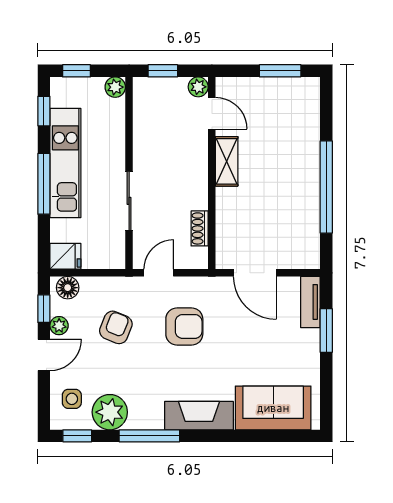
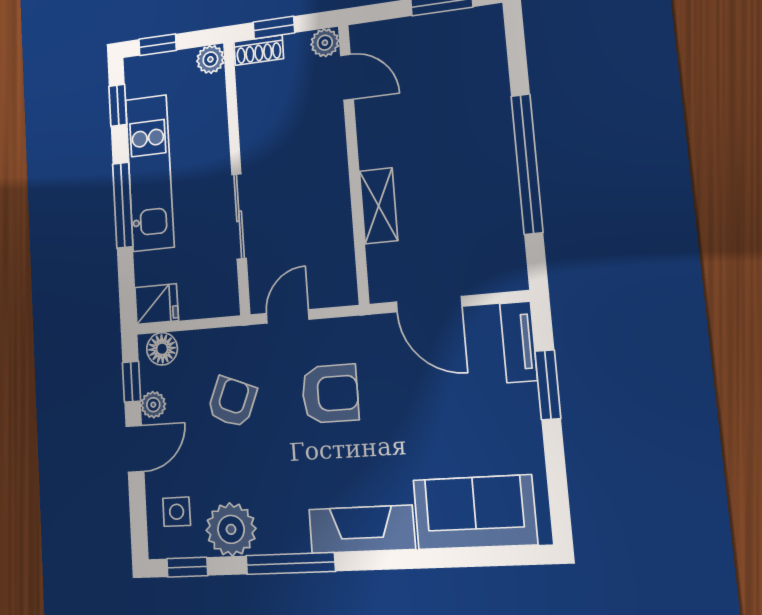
shelving: (227, 161) -> (379, 206), moved
shoe rack: (200, 228) -> (259, 50), moved, turned -90

